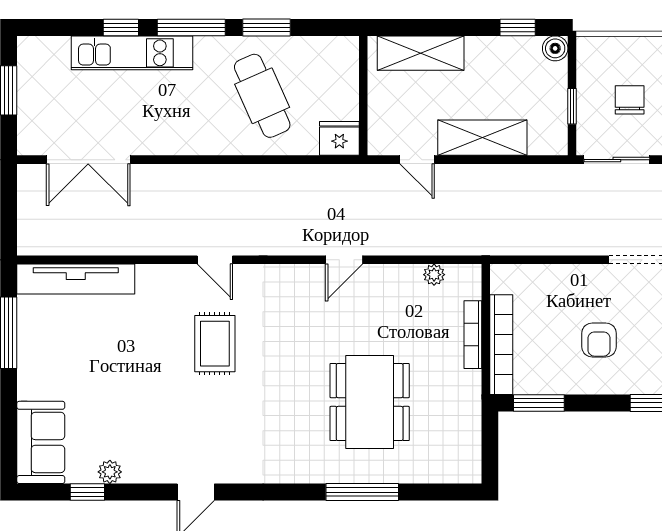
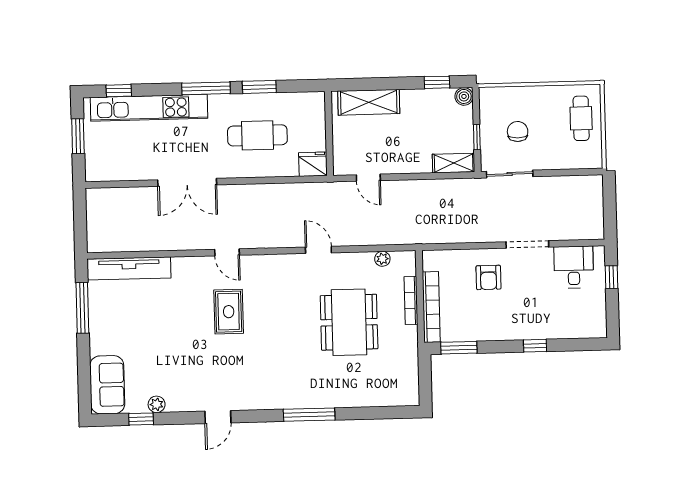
window: (121, 27) -> (119, 91), moved
kitchen unit: (132, 53) -> (149, 108), width x1.36
cafe table: (262, 96) -> (257, 135), turned -66
shelving: (482, 138) -> (454, 163), moved, width x0.67, depth x0.75
double door: (88, 160) -> (187, 182), moved
door: (344, 260) -> (318, 250), swing flipped
armchair: (599, 340) -> (488, 277), moved
dining table: (370, 402) -> (349, 322), moved
window: (362, 492) -> (309, 415), moved

